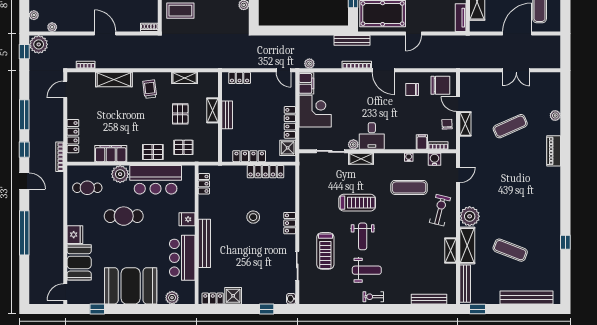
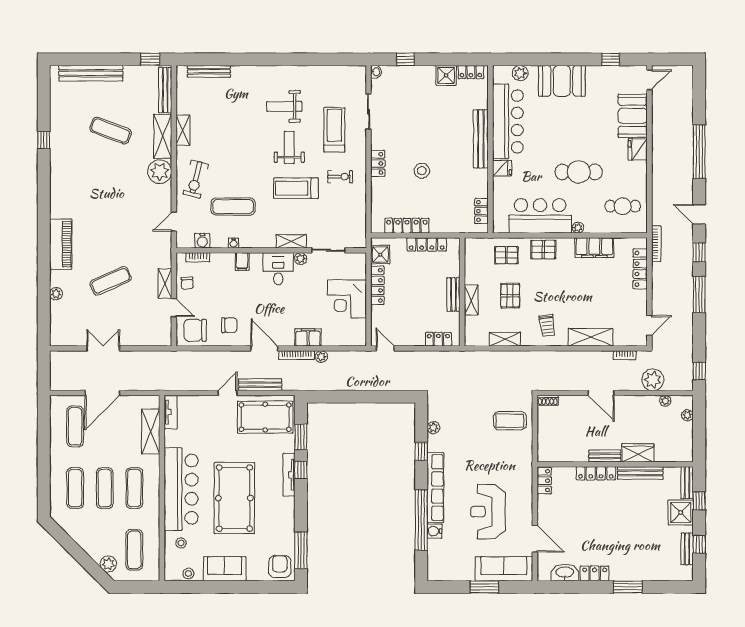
bench: (352, 40) -> (260, 385), moved
plant: (39, 44) -> (653, 380), moved
plant: (309, 64) -> (321, 357), moved
filing cabinet: (306, 83) -> (308, 337), moved, turned 90
filing cabinet: (422, 142) -> (242, 262), moved
piano: (554, 151) -> (61, 244), width x1.37, depth x1.33
plant: (120, 174) -> (578, 228), width x0.53, depth x0.53
bar counter: (182, 258) -> (508, 121), width x1.36
booth: (131, 286) -> (562, 81), width x0.73, depth x0.70
exercise bike: (373, 297) -> (340, 177), moved

